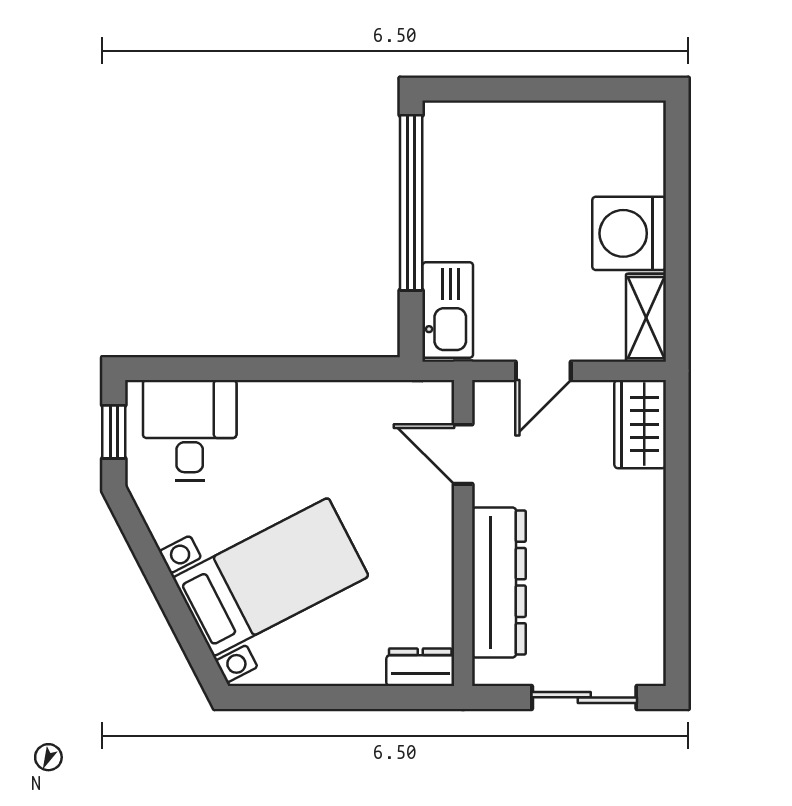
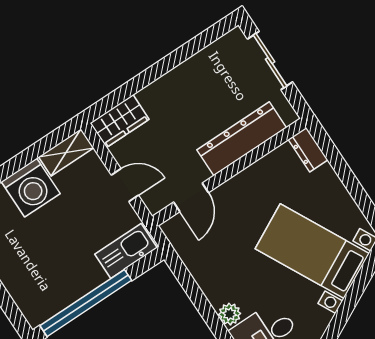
plant: (259, 399) -> (230, 314), added

